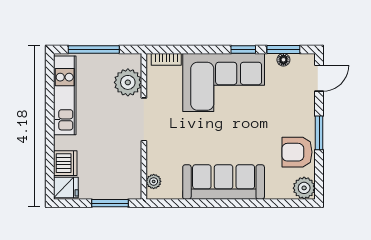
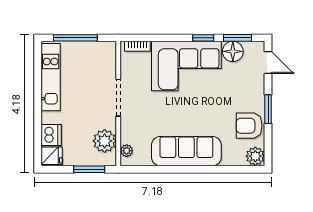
floor lamp: (283, 60) -> (233, 51), width x1.89, depth x1.89
door: (319, 78) -> (268, 62), hinge flipped
plant: (128, 82) -> (105, 141), moved

